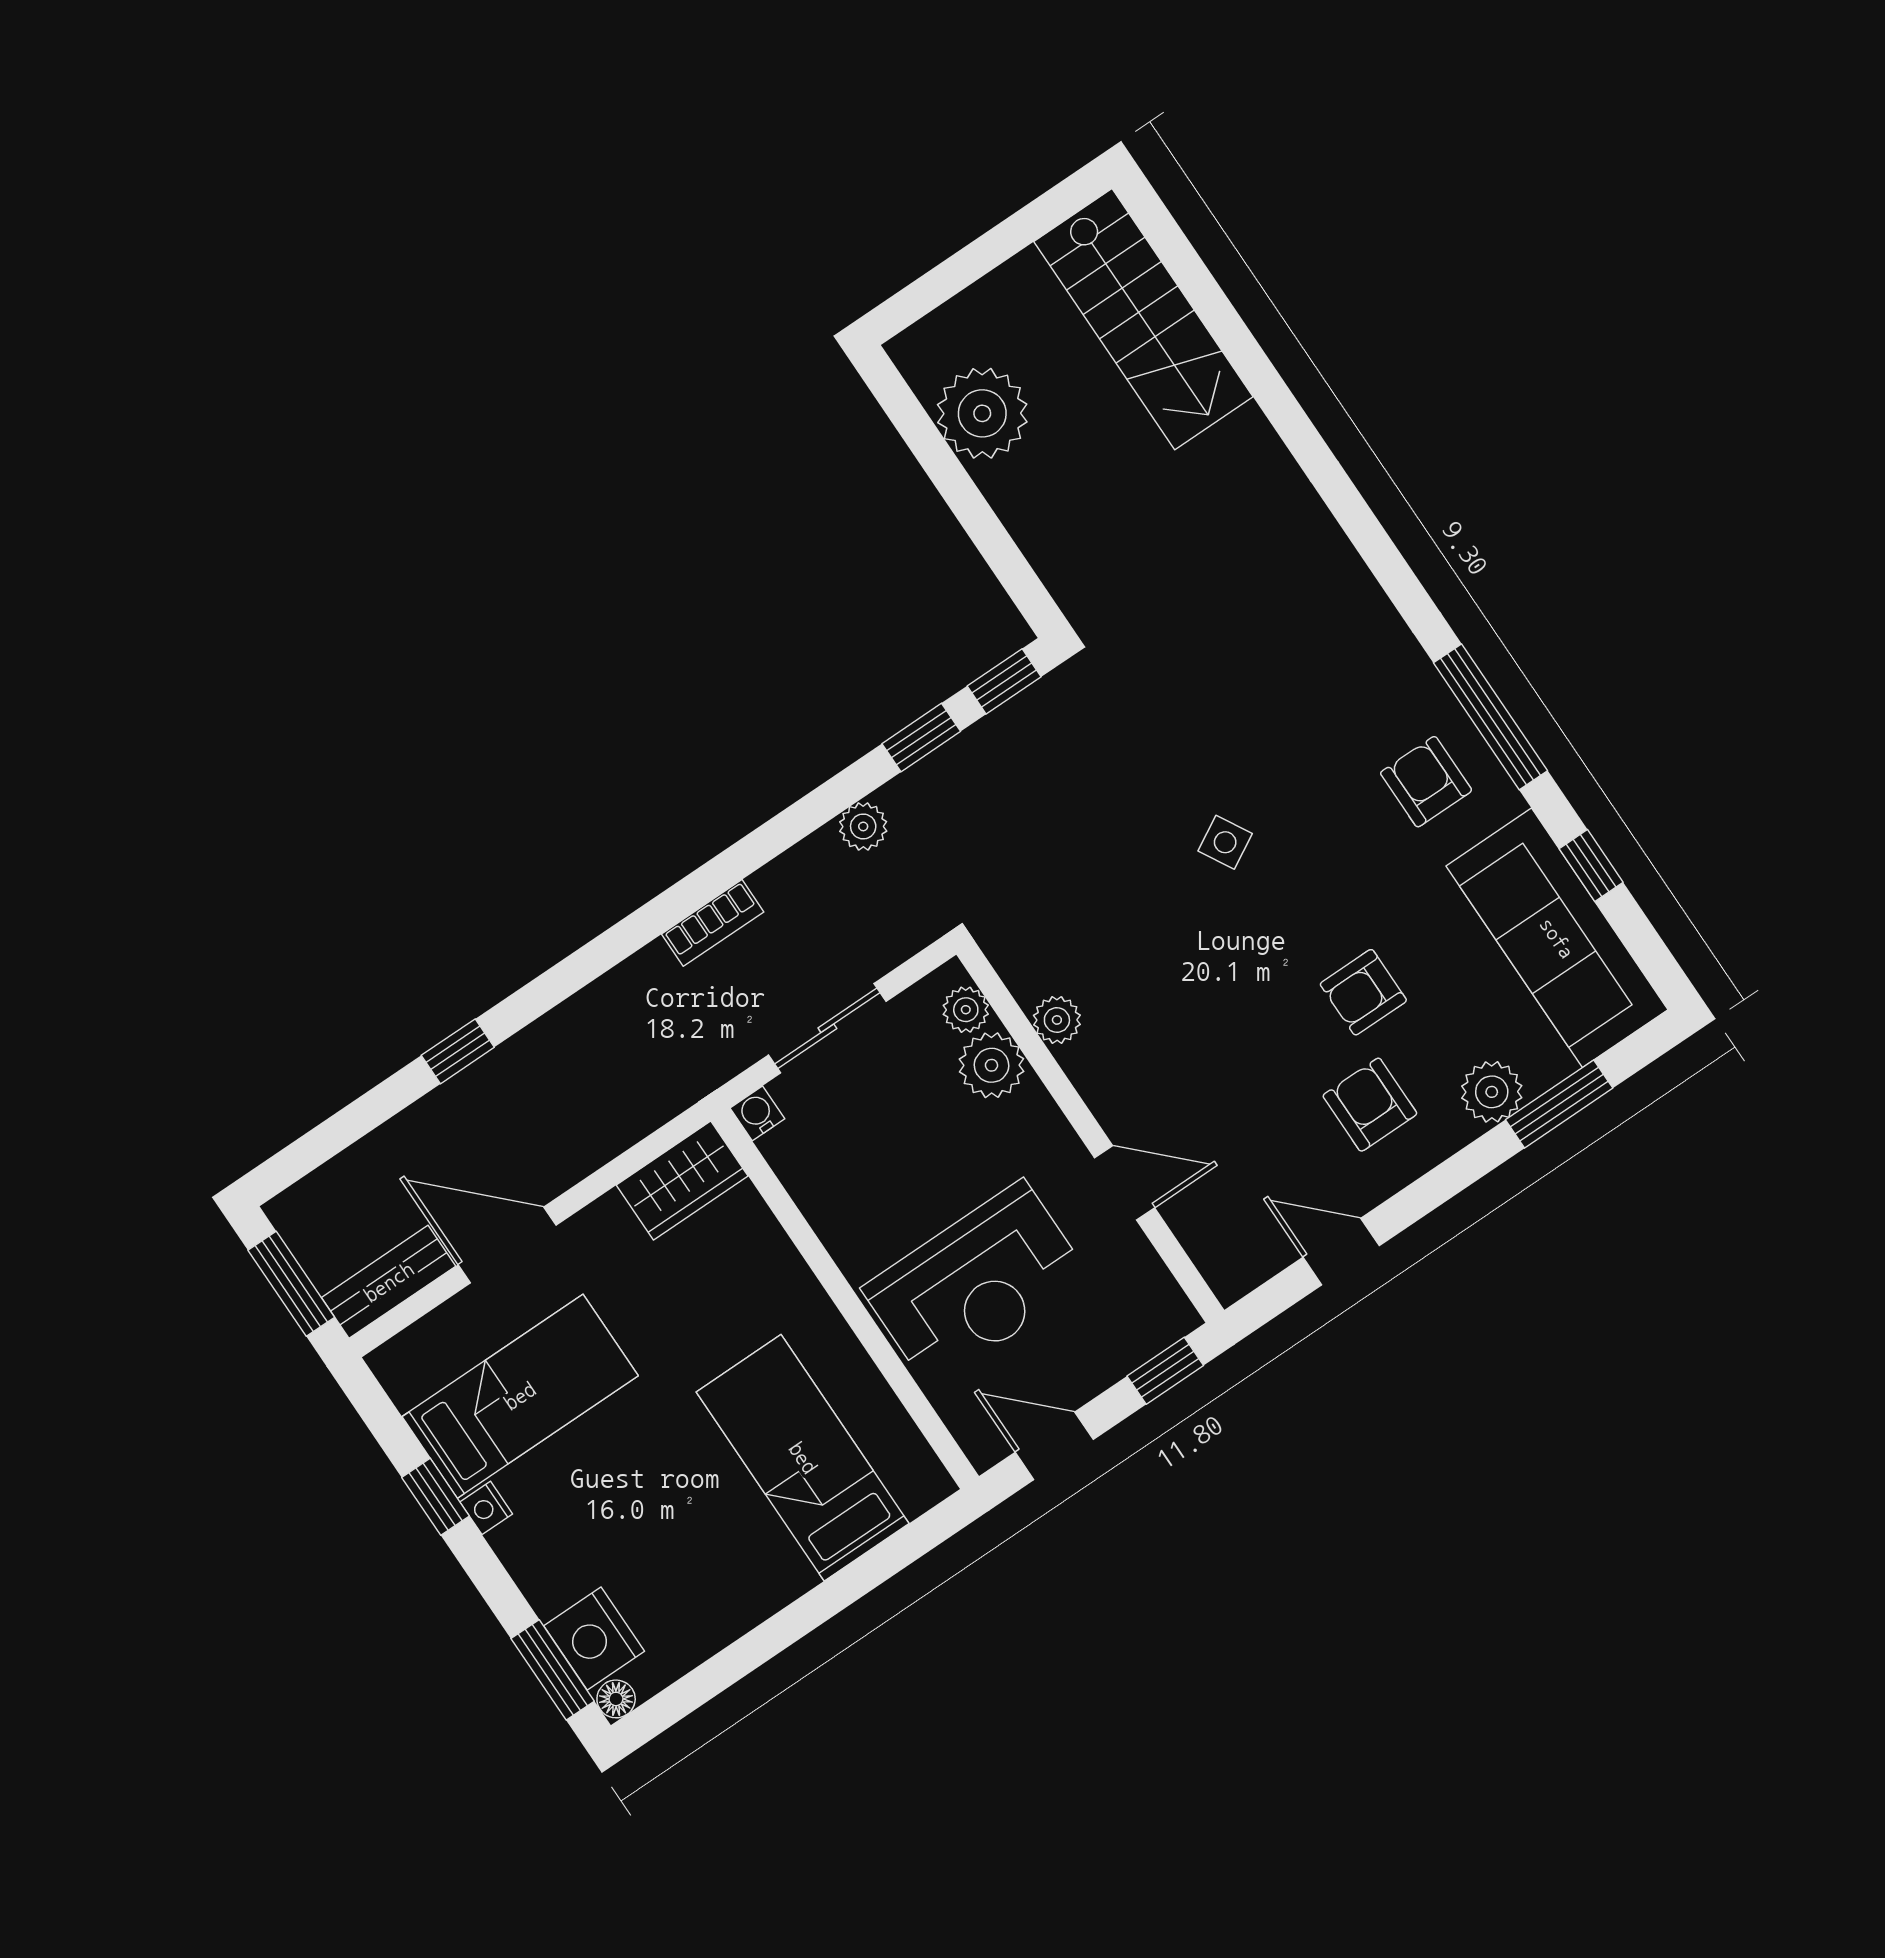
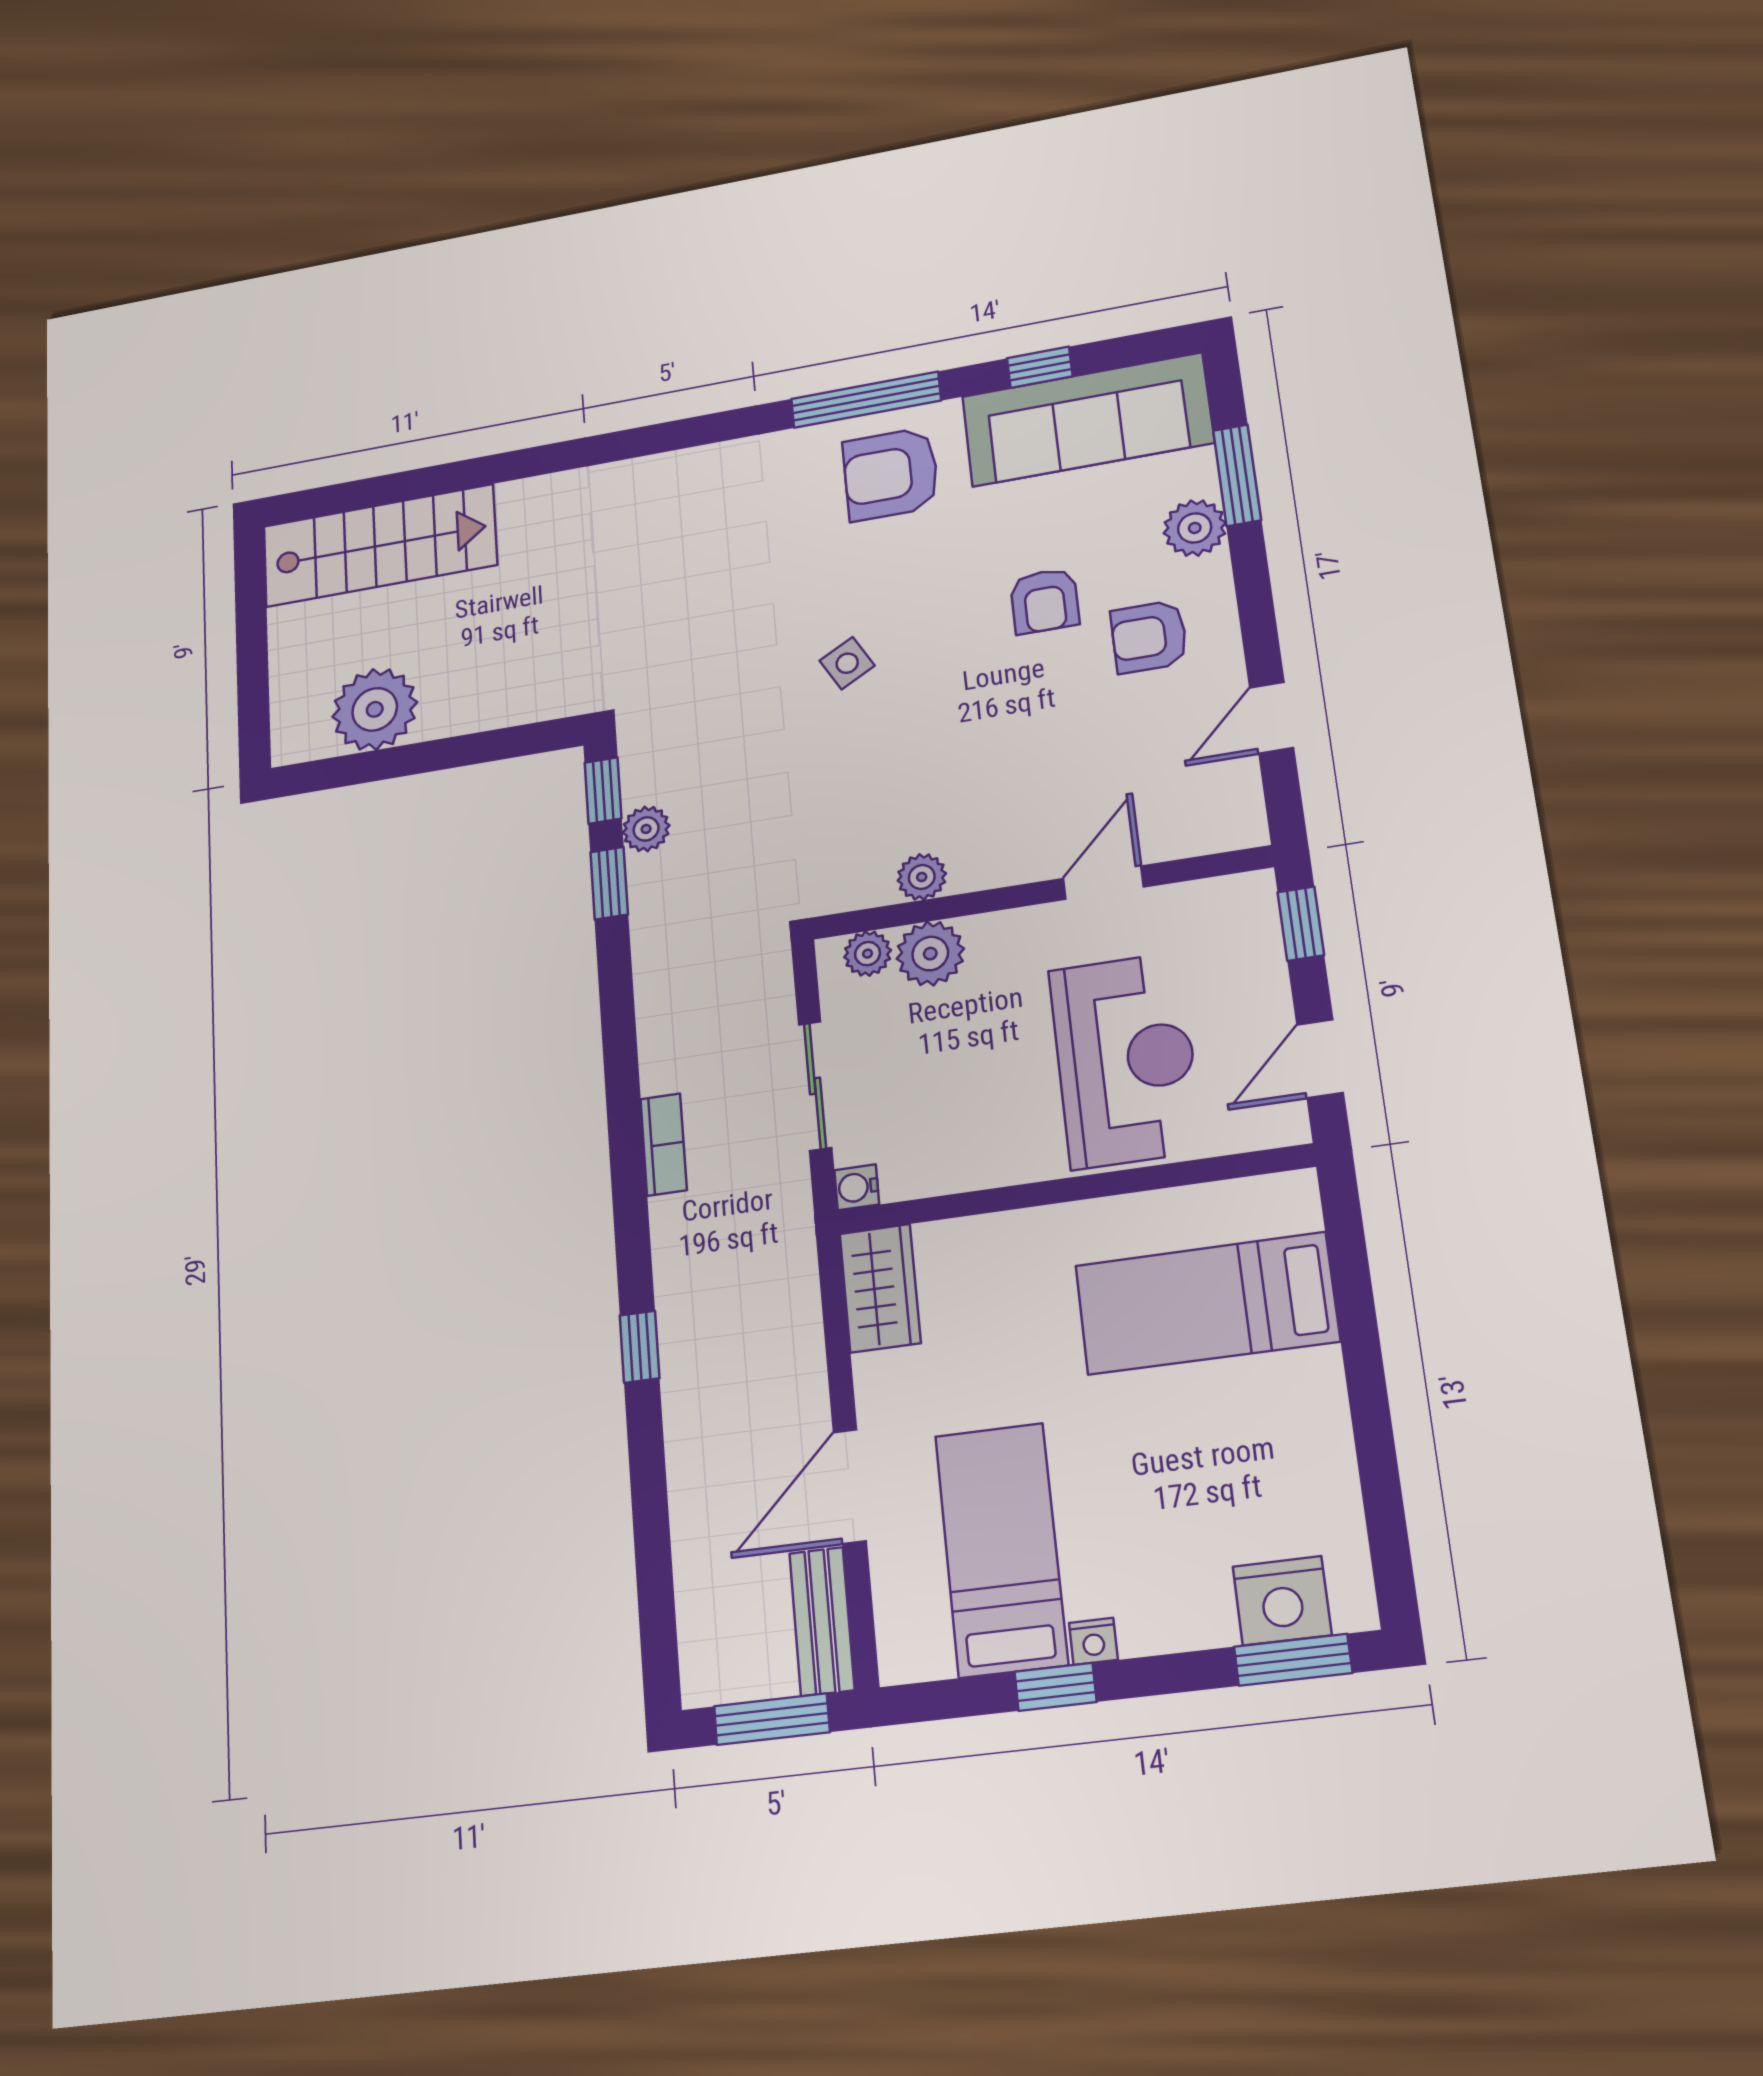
armchair: (1426, 782) -> (891, 474), width x1.38, depth x1.38
plant: (863, 826) -> (646, 829), moved
window: (458, 1051) -> (640, 1347), moved
floor lamp: (616, 1699) -> (1356, 1610), removed

